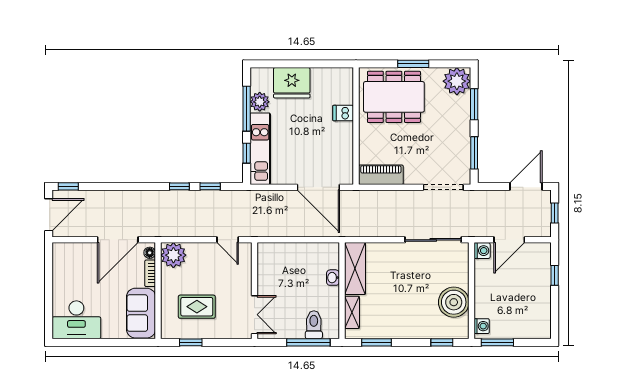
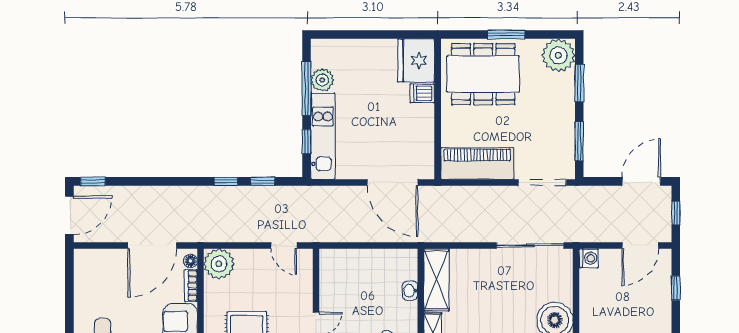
fridge: (292, 83) -> (416, 60), moved, turned 90
piano: (381, 175) -> (477, 163), width x1.37, depth x1.33
door: (509, 240) -> (640, 245), moved

